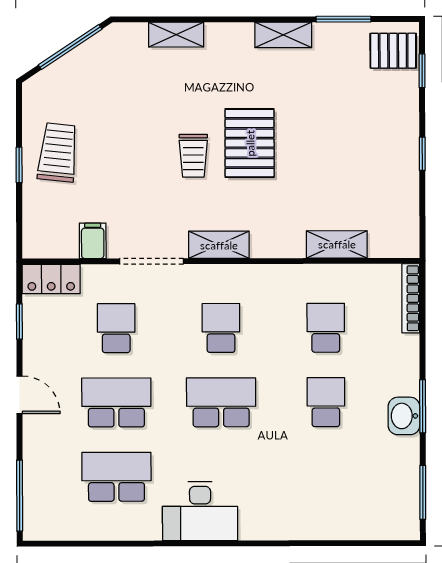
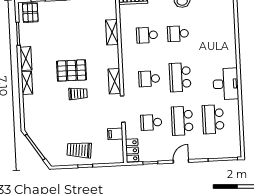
shelving: (176, 35) -> (27, 83), moved

